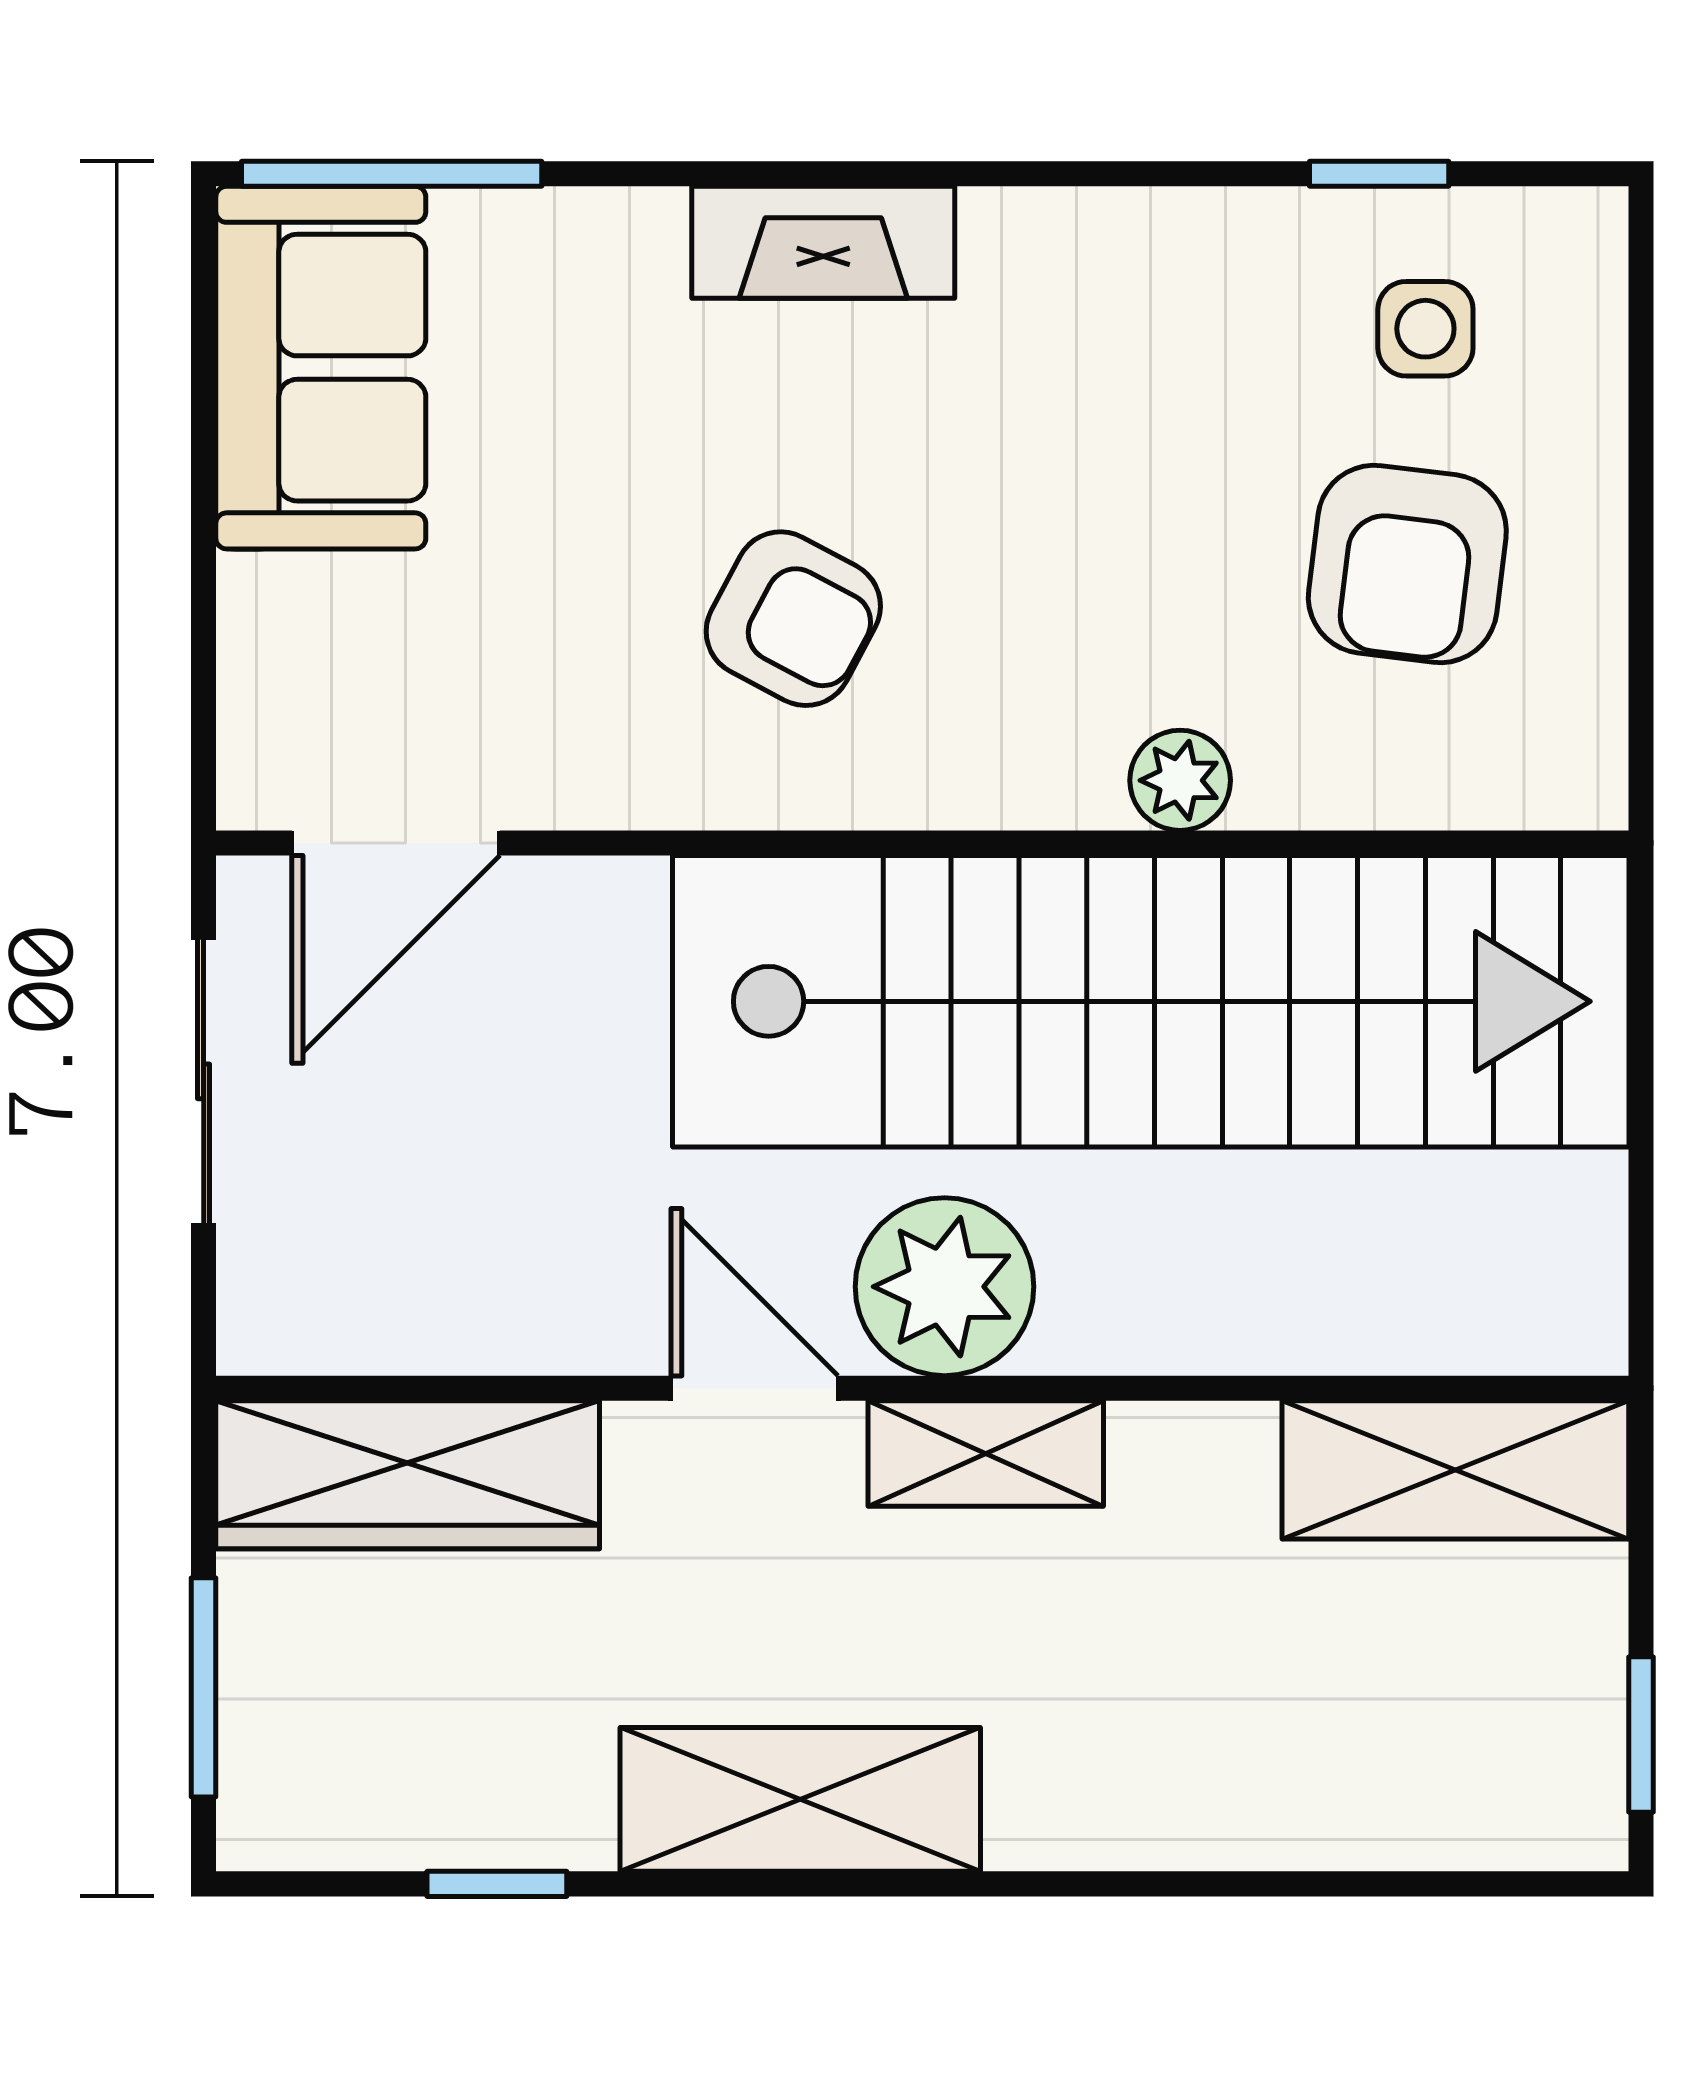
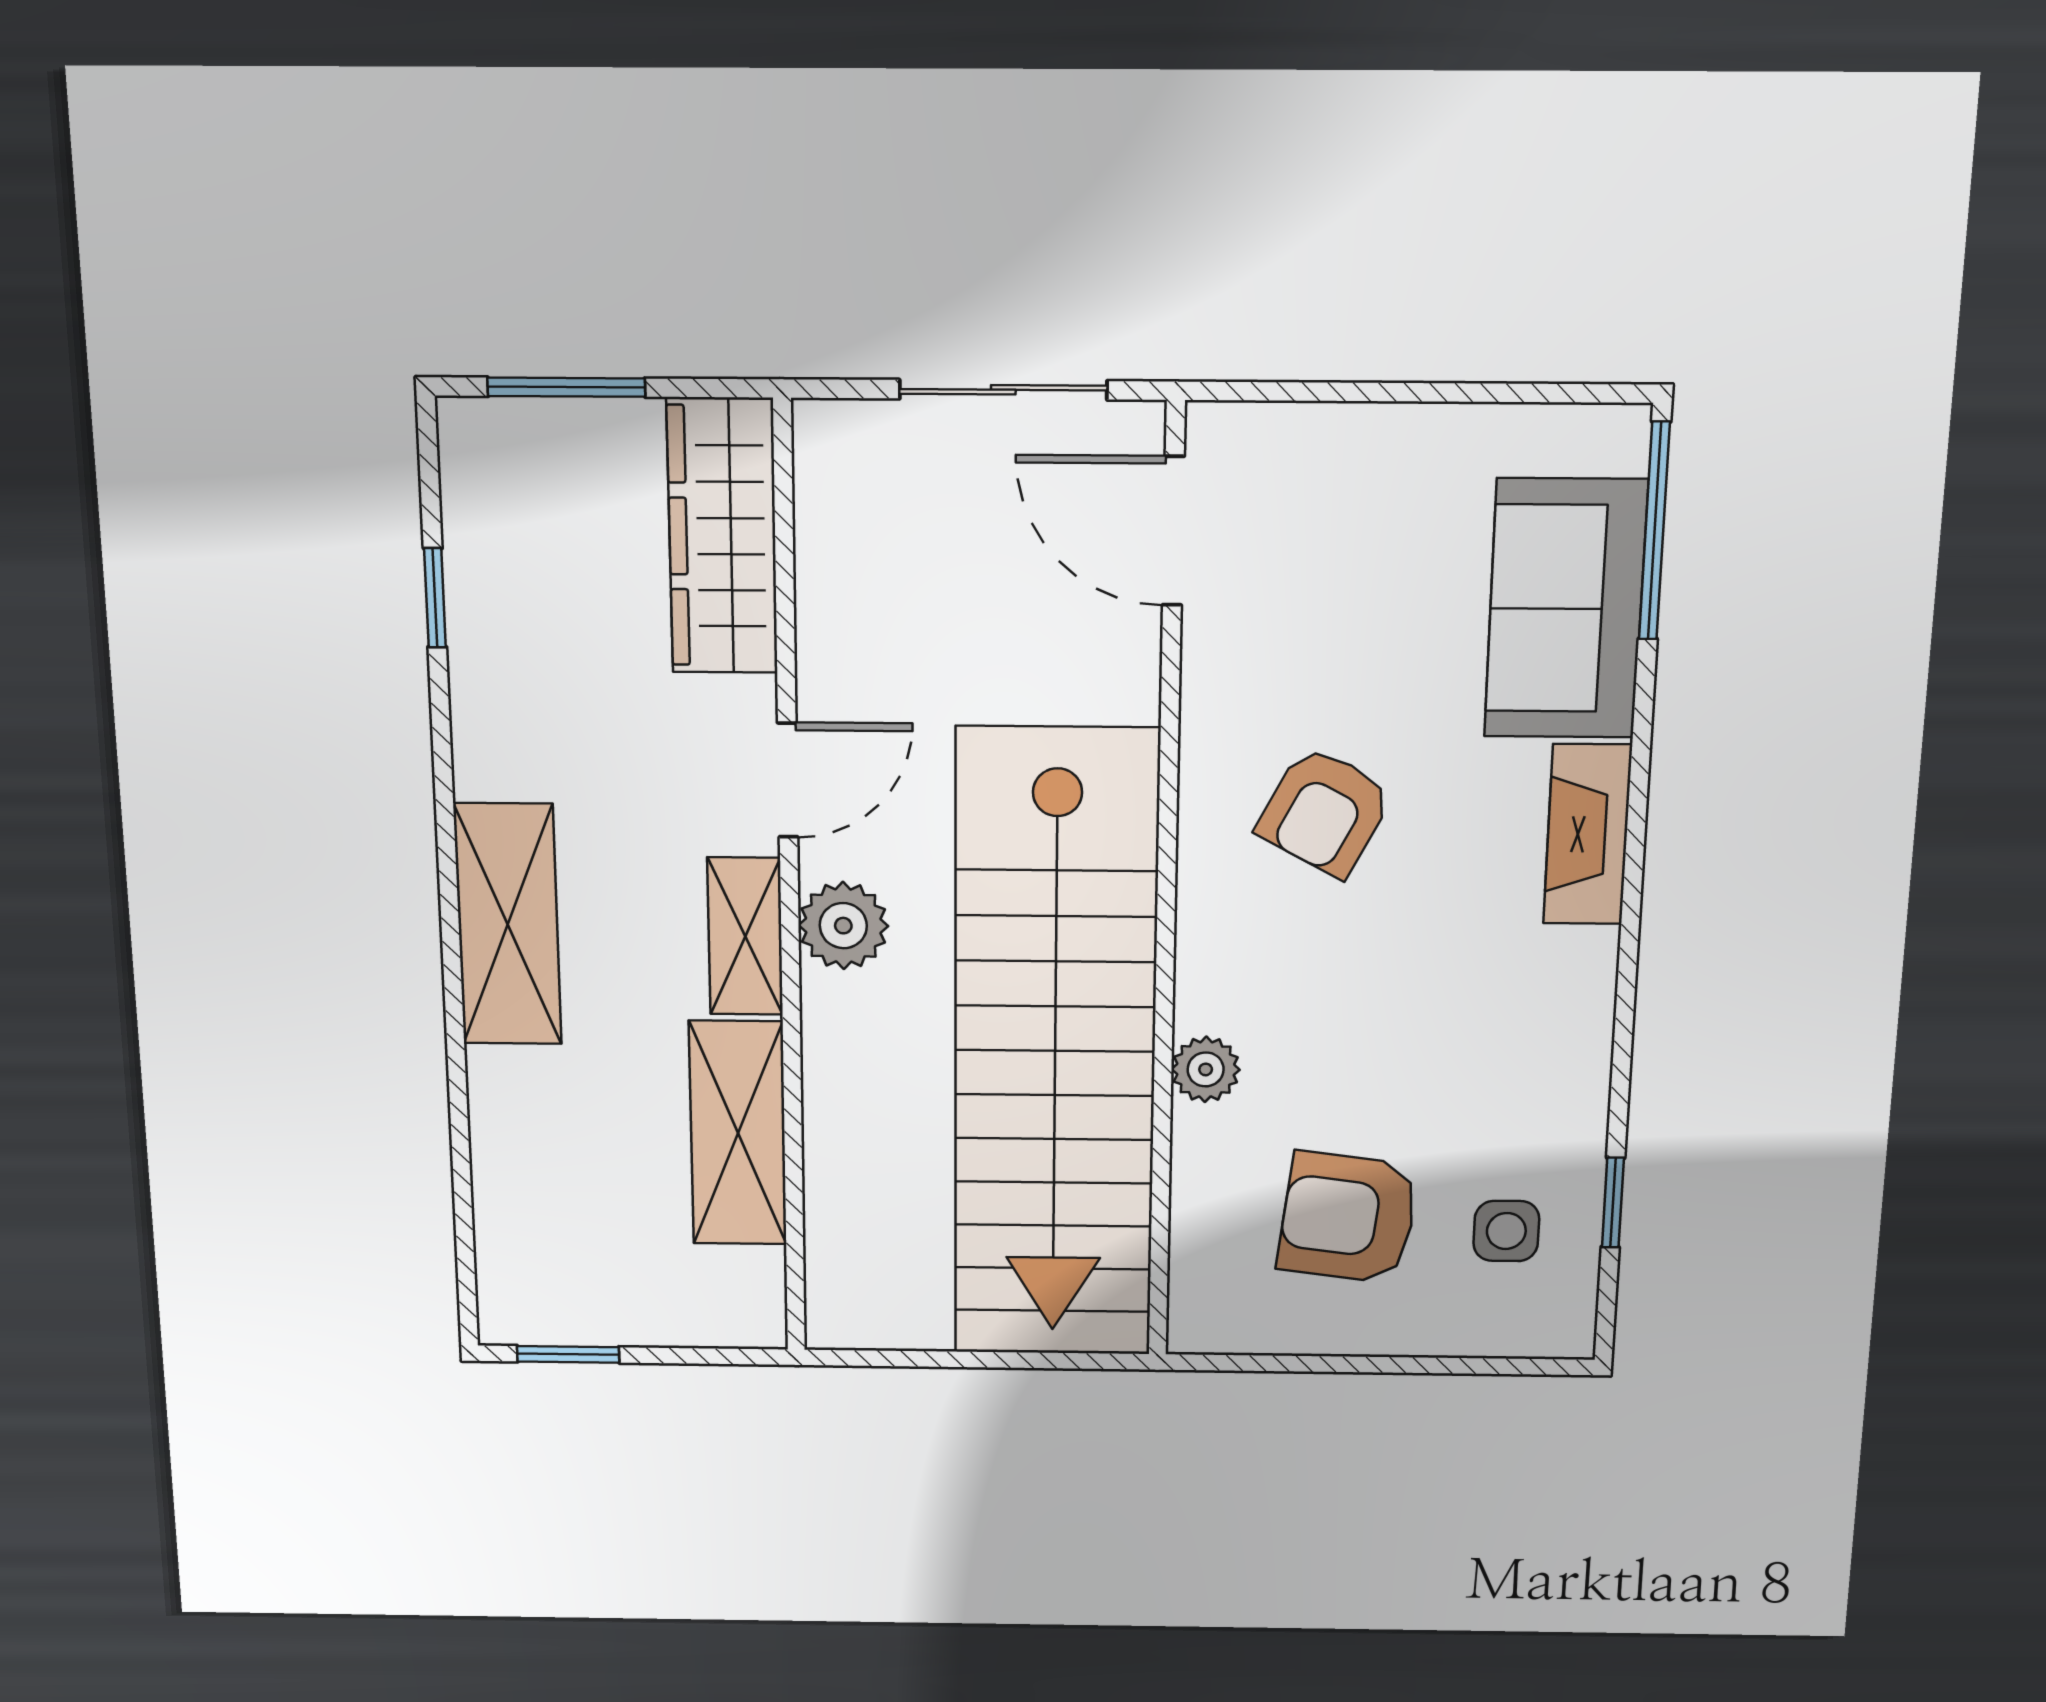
sofa: (321, 368) -> (1566, 609), moved, turned 90
plant: (945, 1287) -> (843, 926), width x0.73, depth x0.73
shelving: (1455, 1470) -> (738, 1133), moved
shelving: (800, 1799) -> (508, 924), moved

